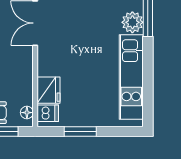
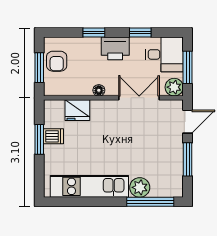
floor lamp: (27, 113) -> (99, 90), moved
dishwasher: (48, 113) -> (53, 136), moved, turned -90

